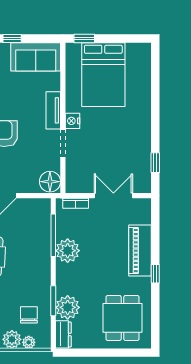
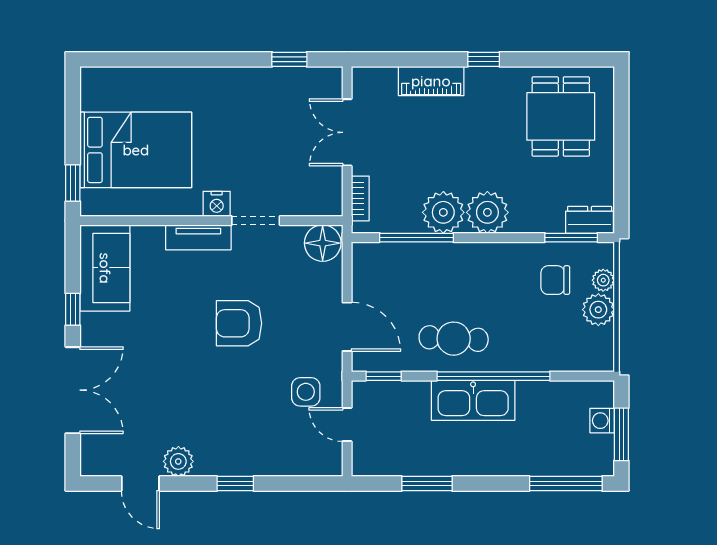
piano: (140, 251) -> (431, 81), width x0.73, depth x0.75
window: (53, 301) -> (571, 238), moved
plant: (68, 307) -> (487, 212), moved
dining table: (123, 318) -> (561, 116), turned 90

